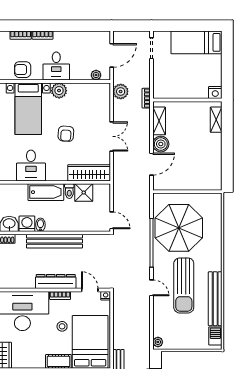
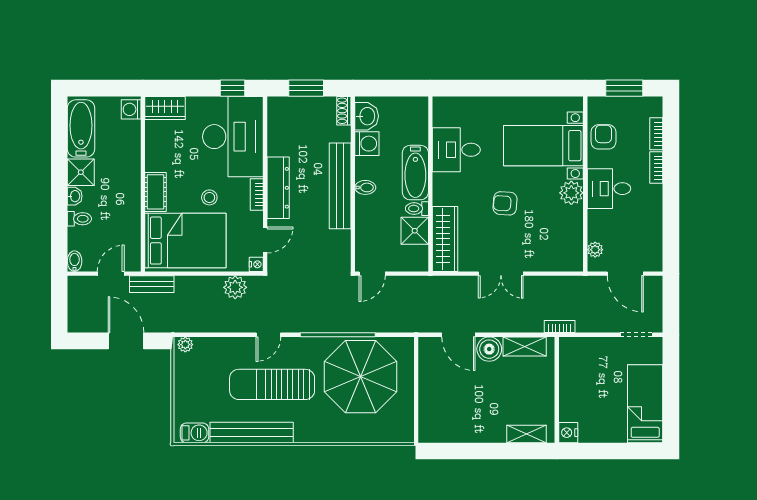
plant: (121, 91) -> (235, 287), moved
bidet: (40, 225) -> (365, 187), moved

